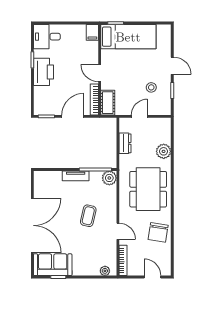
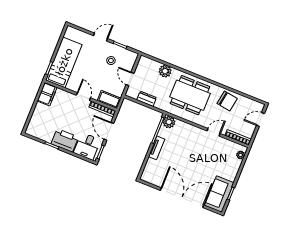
filing cabinet: (92, 32) -> (47, 94), width x2.00
desk: (47, 37) -> (87, 146), moved
door: (100, 73) -> (83, 97), swing flipped
coffee table: (88, 216) -> (192, 151), removed

